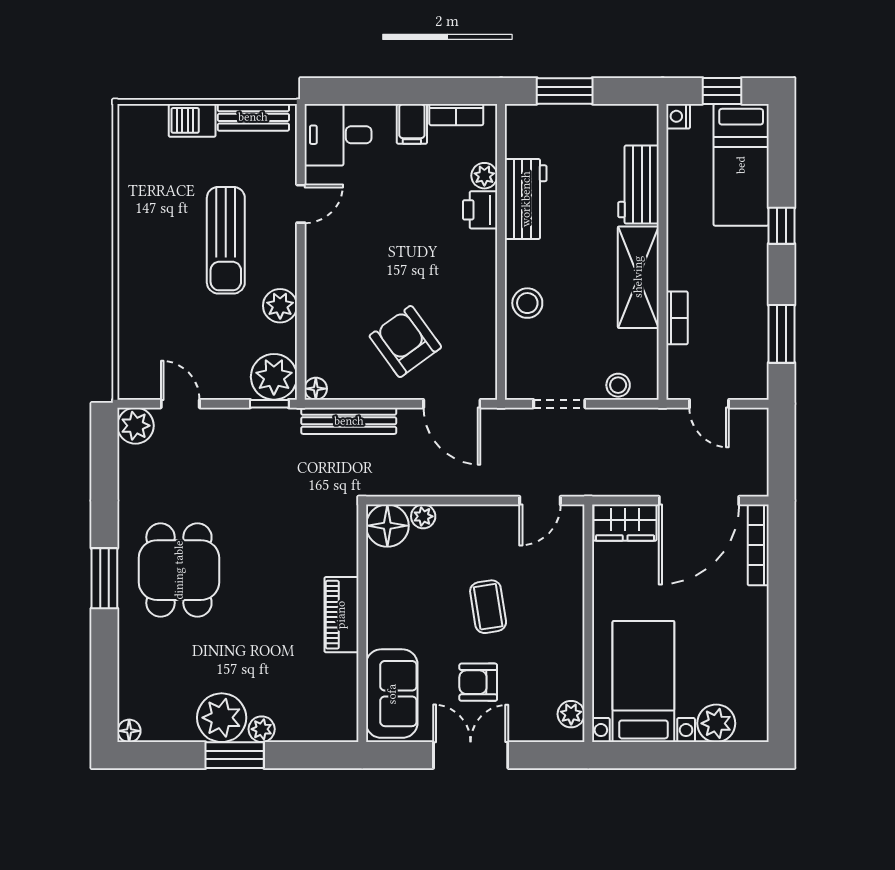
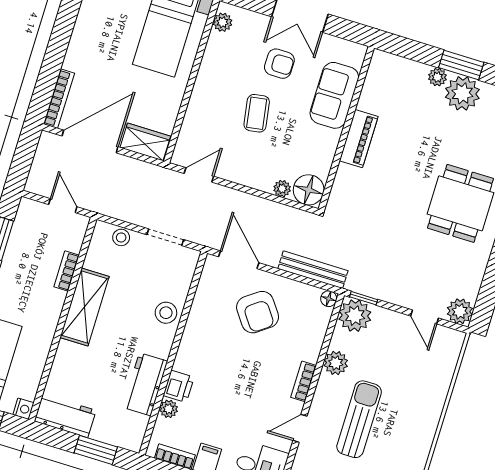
workbench: (638, 185) -> (65, 416), moved, turned -90
bookcase: (315, 268) -> (304, 381), added
sofa: (392, 694) -> (334, 95), moved

